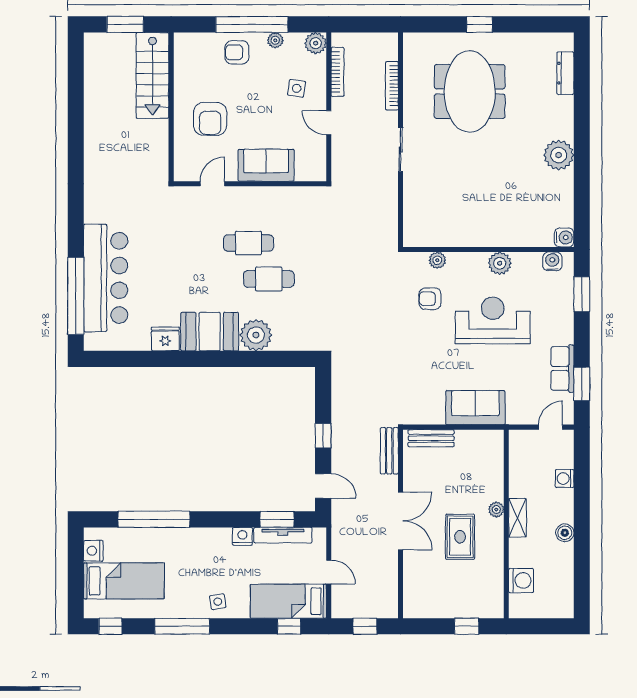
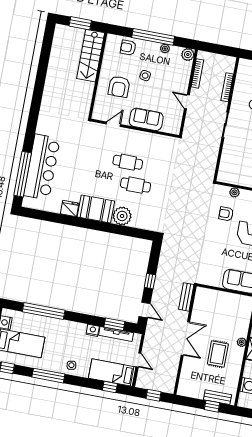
armchair: (237, 52) -> (128, 48), moved
side table: (297, 88) -> (145, 76), moved
bench: (431, 438) -> (218, 397), moved

